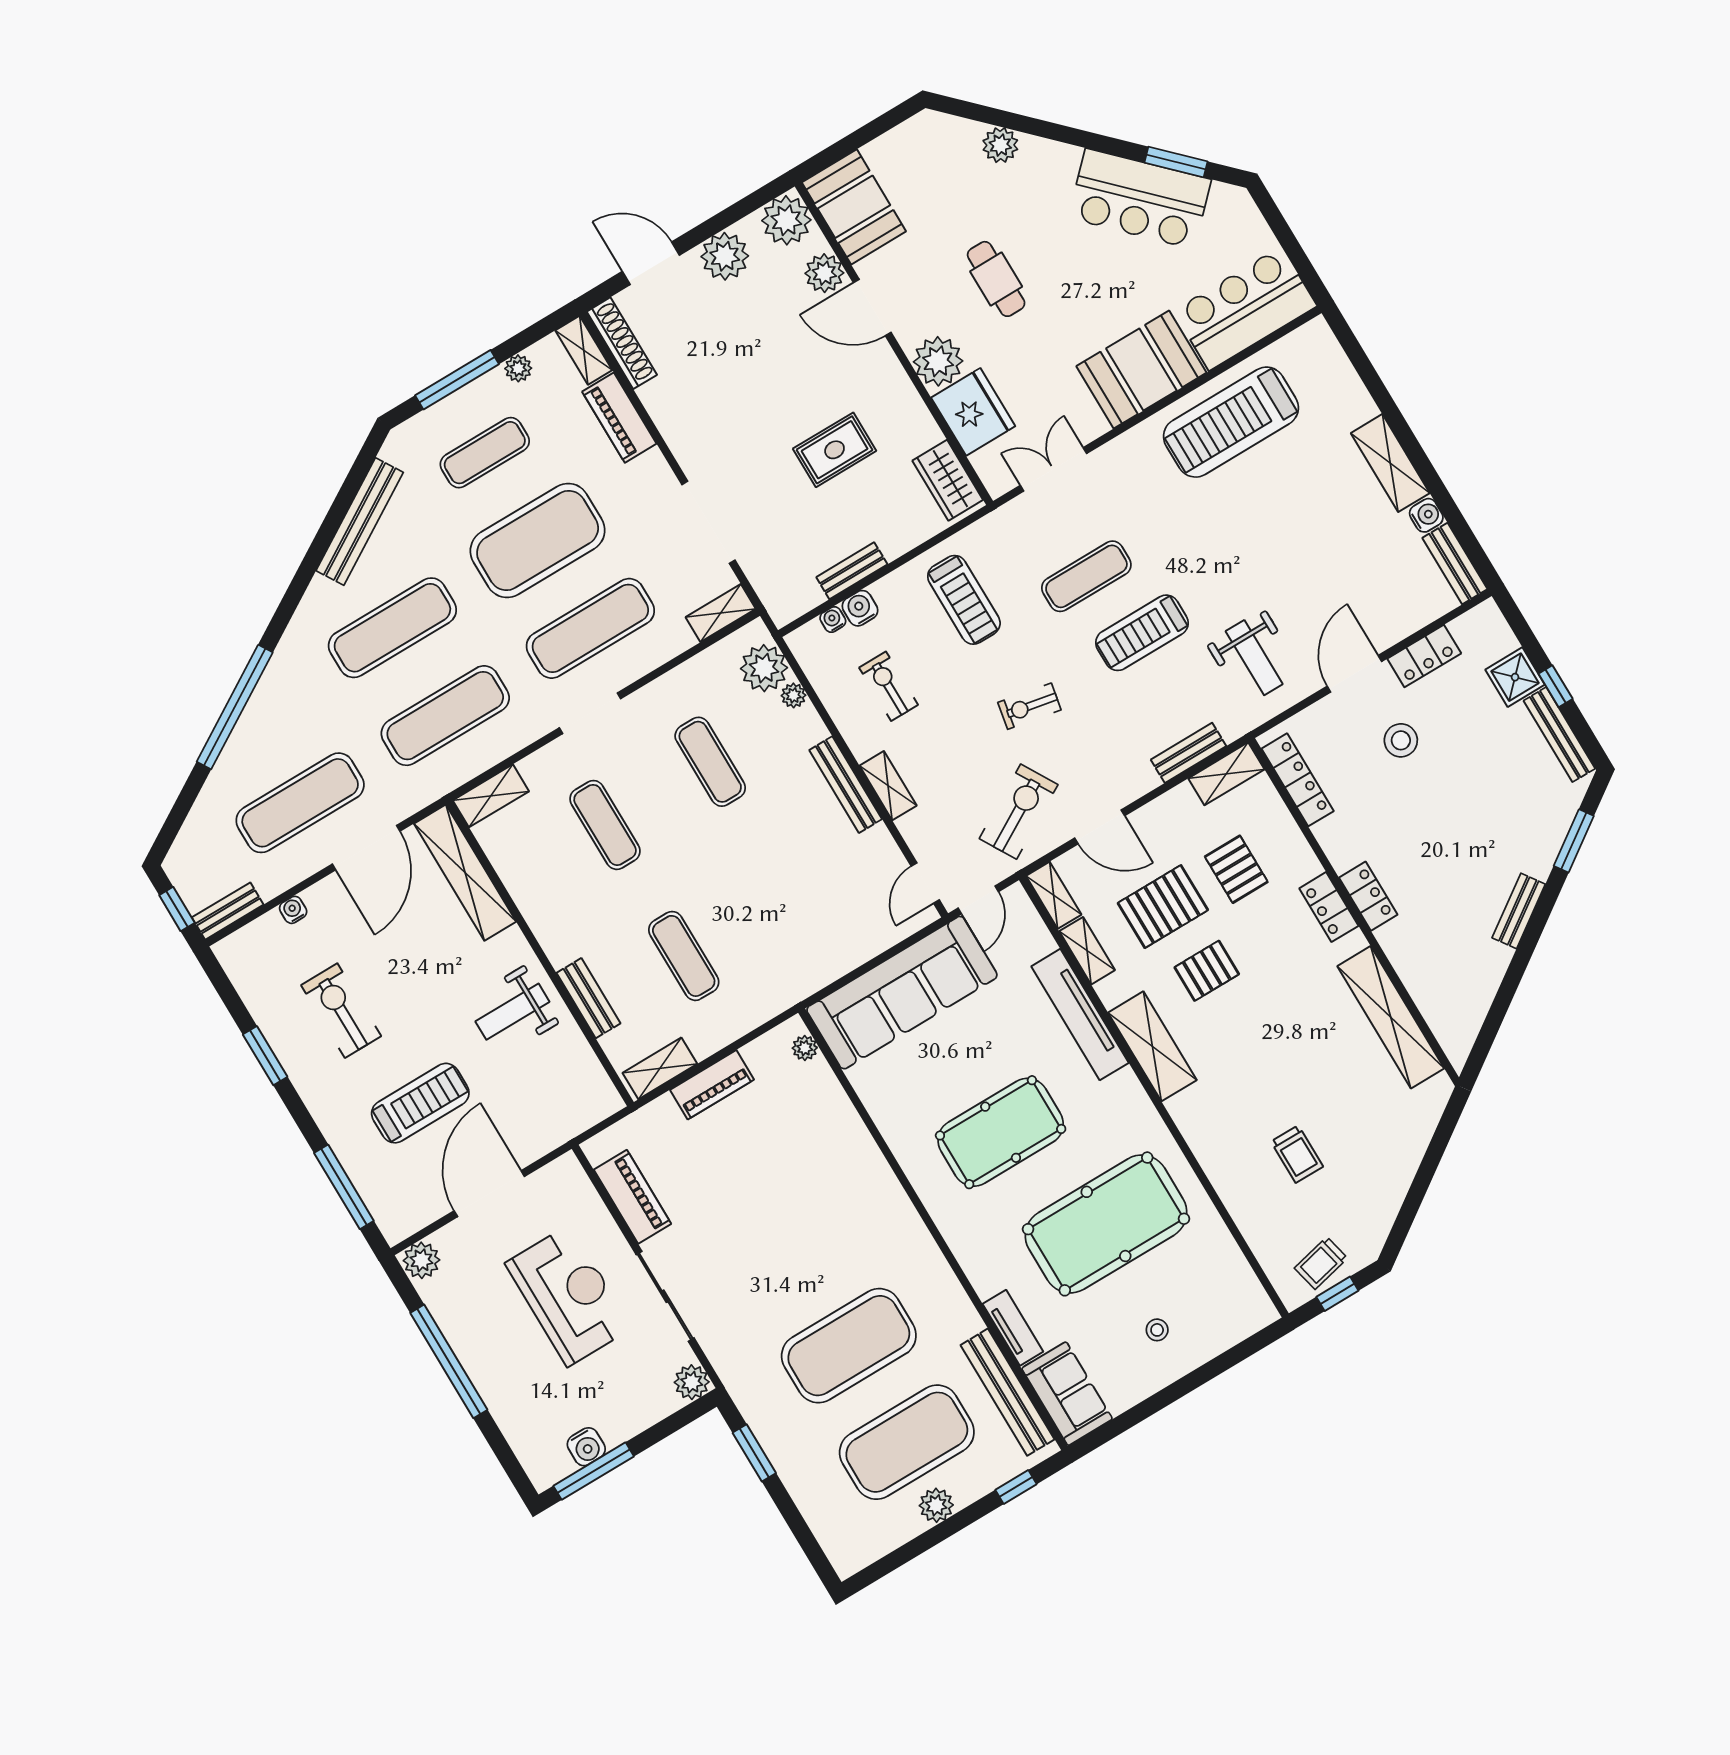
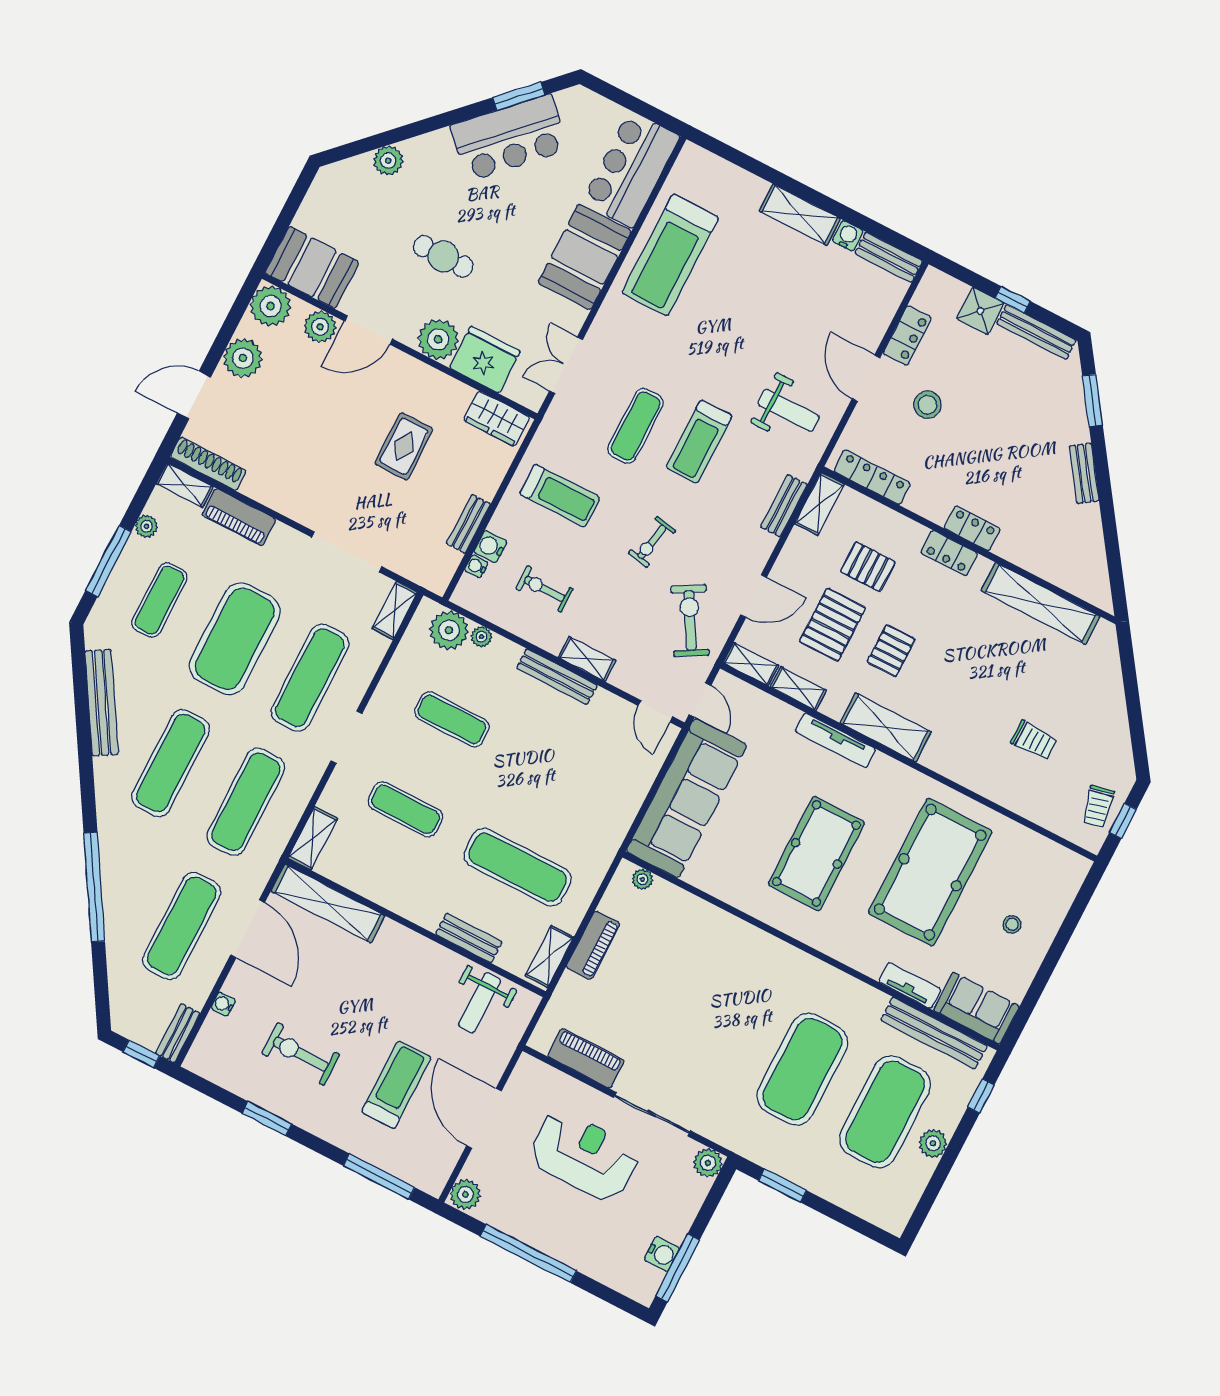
exercise mat: (684, 956) -> (517, 867), width x1.36, depth x1.45
weight bench: (512, 1012) -> (480, 1003), moved
tv unit: (1080, 1015) -> (835, 740), width x0.73, depth x0.78

